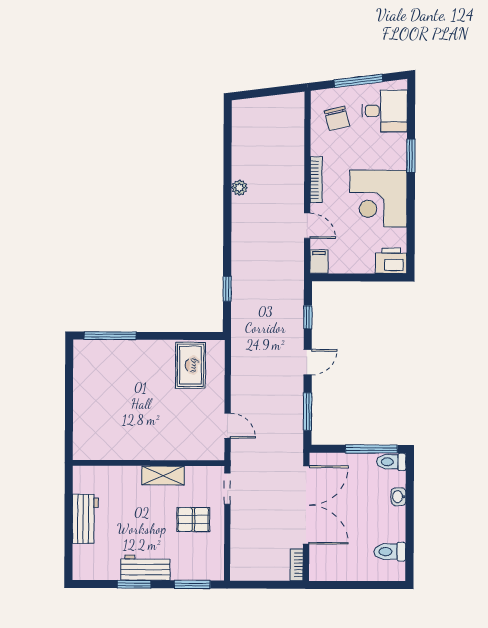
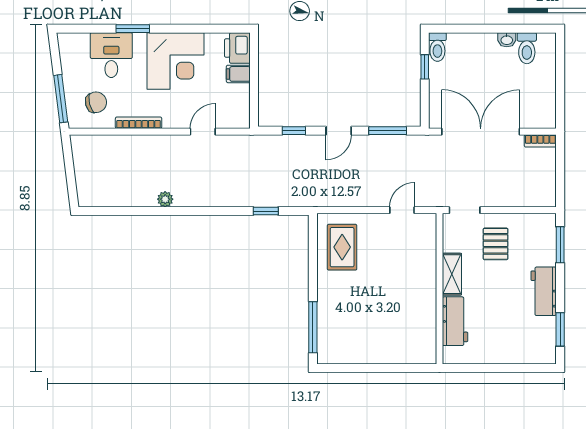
window: (358, 81) -> (61, 99), moved
desk: (384, 111) -> (111, 55), moved
bookcase: (316, 180) -> (139, 123), moved
filing cabinet: (319, 261) -> (238, 74), moved
door: (308, 362) -> (339, 131), swing flipped
rug: (191, 365) -> (342, 247), turned 90
window: (371, 449) -> (425, 67), width x0.46
washbasin: (399, 497) -> (507, 40), moved
workbench: (85, 519) -> (455, 321), moved, turned 90
window: (134, 584) -> (560, 329), moved

